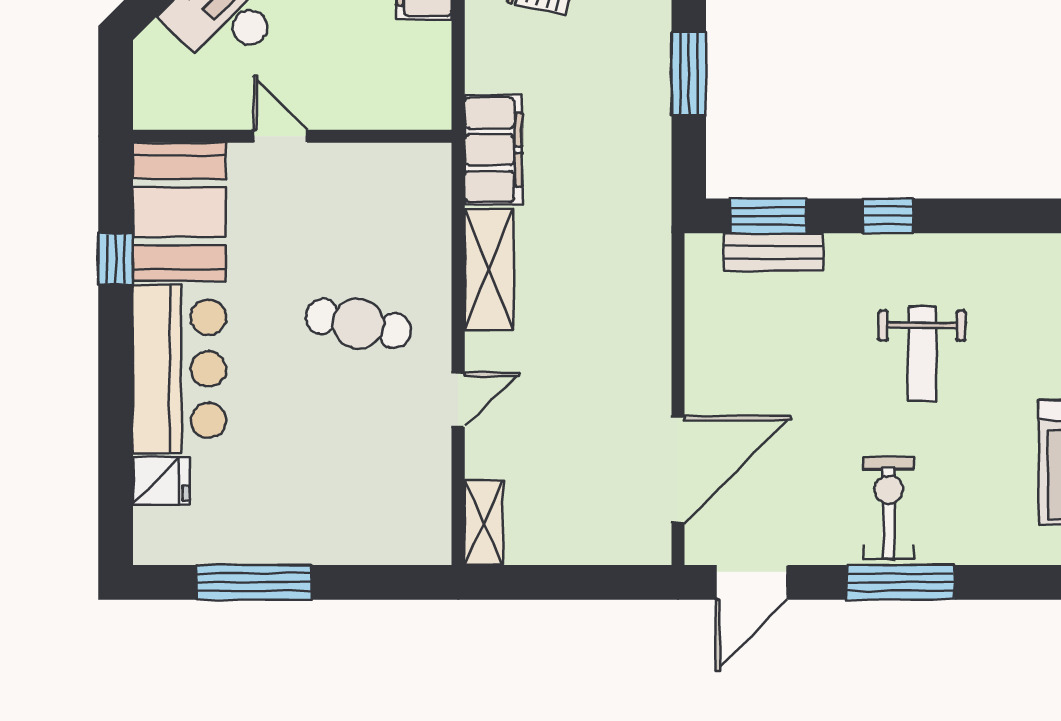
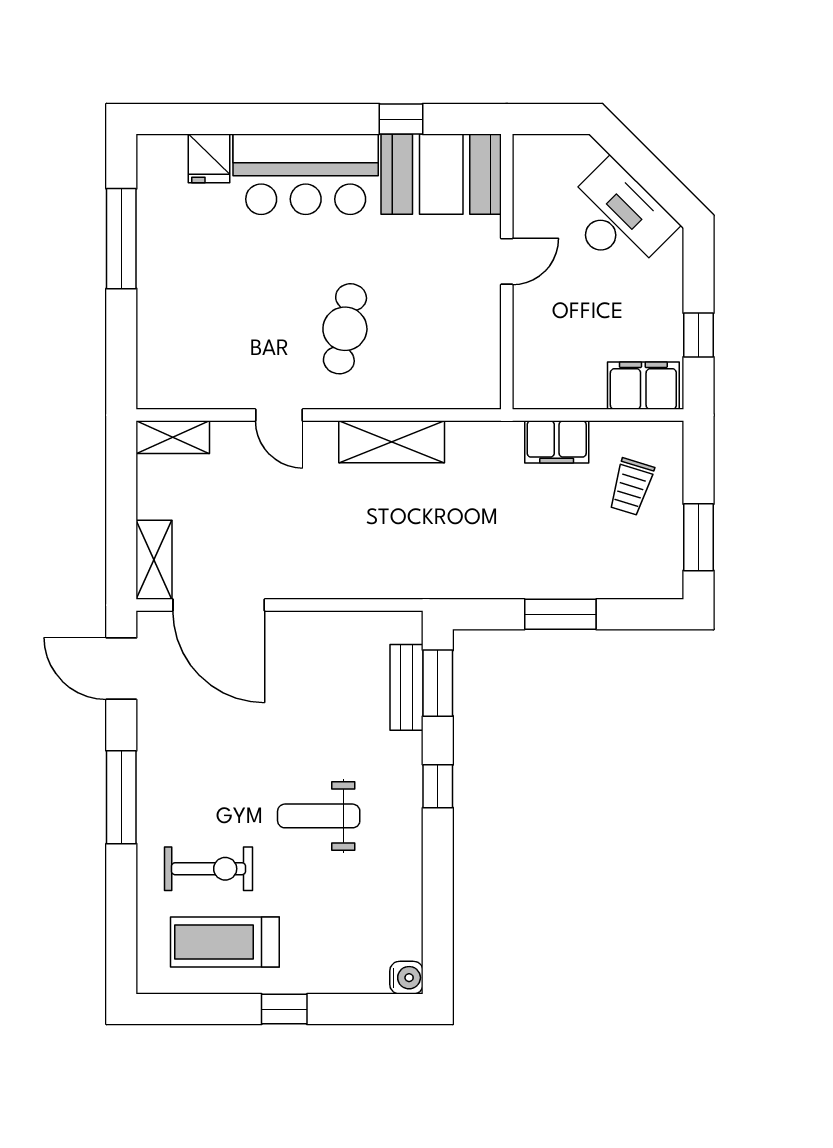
filing cabinet: (493, 150) -> (557, 442), moved, width x0.67, depth x0.86
exercise bike: (889, 508) -> (209, 869), moved
shelving: (626, 544) -> (154, 560), added

